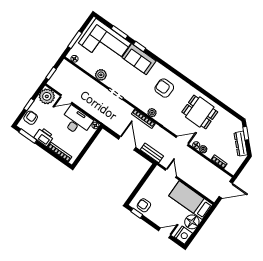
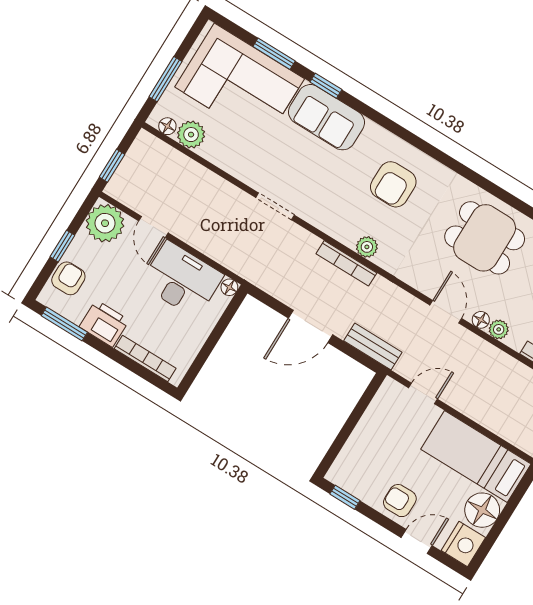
plant: (101, 75) -> (191, 135), moved
armchair: (164, 88) -> (393, 184), turned -90
door: (66, 99) -> (153, 227), hinge flipped
door: (182, 141) -> (446, 312), hinge flipped
door: (127, 143) -> (310, 326), swing flipped
door: (171, 173) -> (423, 394), hinge flipped
armchair: (144, 205) -> (400, 501), moved

